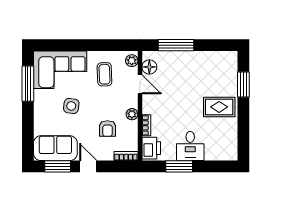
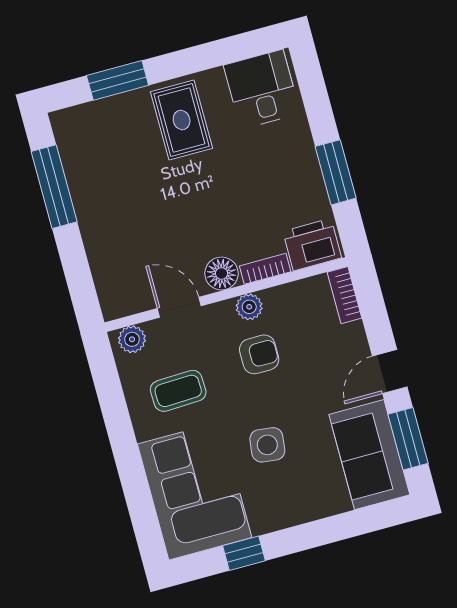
window: (176, 45) -> (54, 187), moved
floor lamp: (149, 67) -> (222, 273), moved
window: (28, 84) -> (244, 553), width x0.46
door: (140, 84) -> (179, 307), hinge flipped
armchair: (107, 128) -> (259, 354), moved
desk: (190, 146) -> (262, 89), moved, turned -90

